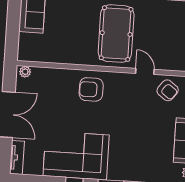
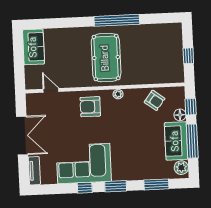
door: (145, 71) -> (51, 90), moved
plant: (25, 72) -> (118, 94), moved

